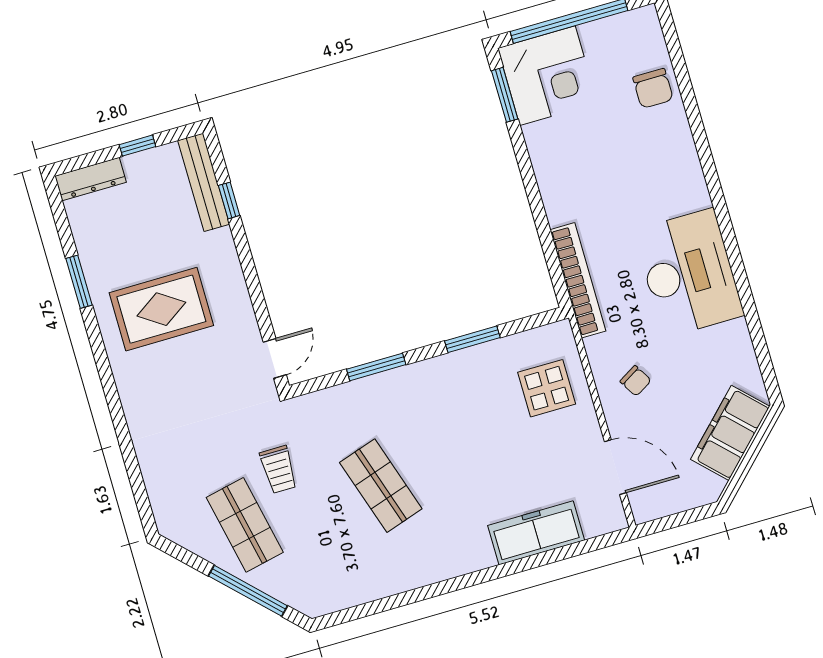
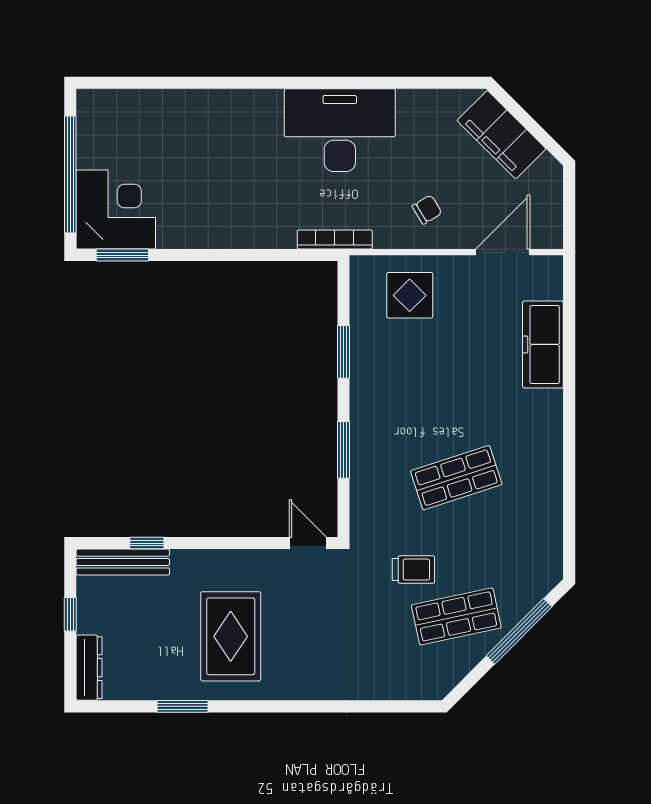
chair: (653, 88) -> (156, 114), removed
bookcase: (578, 280) -> (335, 239), width x0.68, depth x0.76

